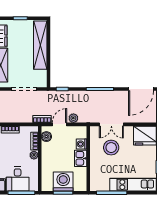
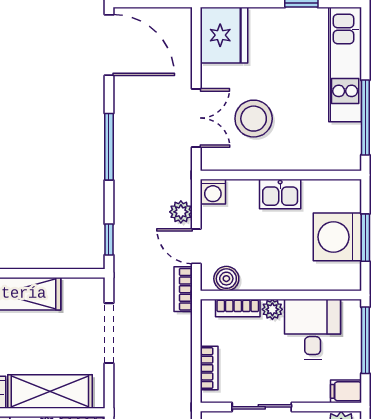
washing machine: (82, 144) -> (213, 192), moved
desk: (18, 179) -> (313, 329), moved, turned -90

